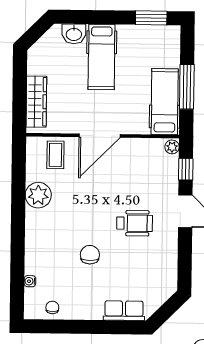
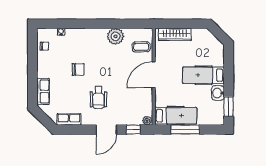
washbasin: (74, 34) -> (218, 93), moved
door: (100, 136) -> (154, 75), hinge flipped
row of seats: (169, 270) -> (69, 119), added

